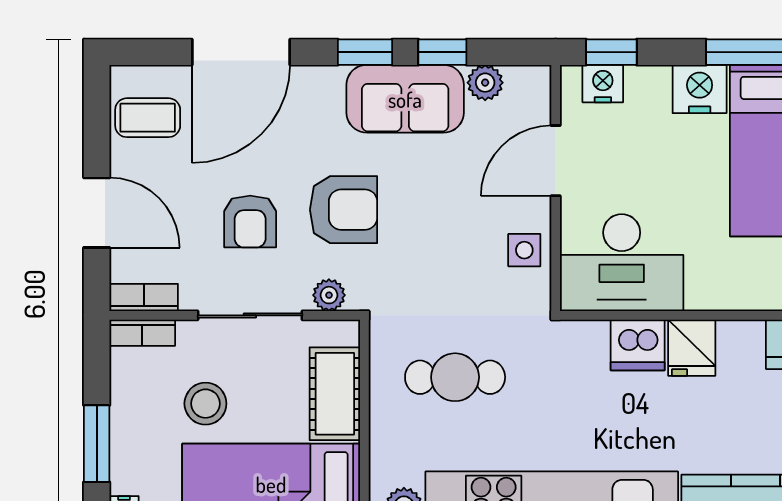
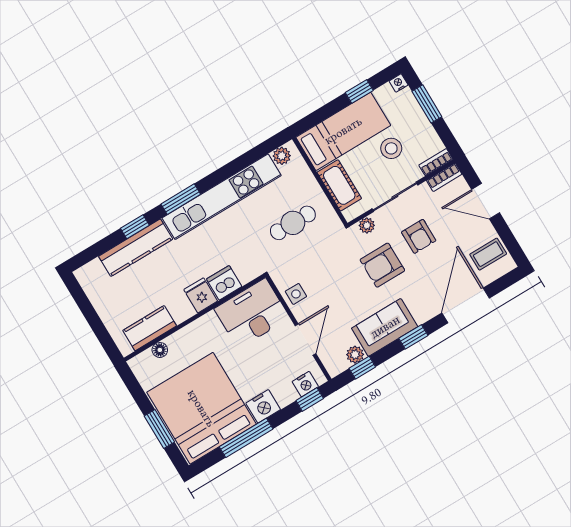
window: (442, 52) -> (362, 368), moved
armchair: (250, 222) -> (419, 236), turned 180

